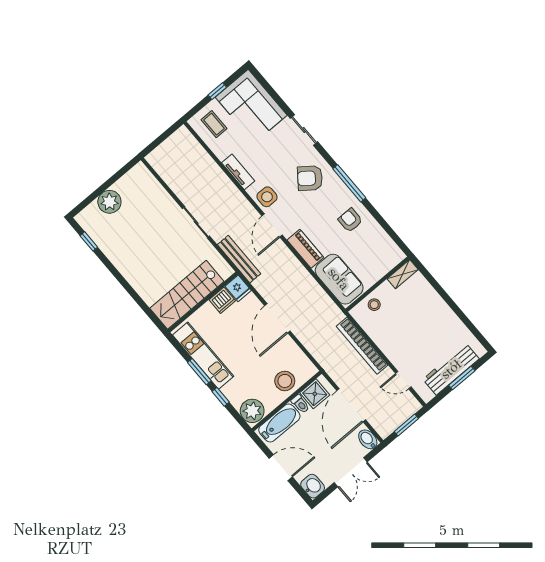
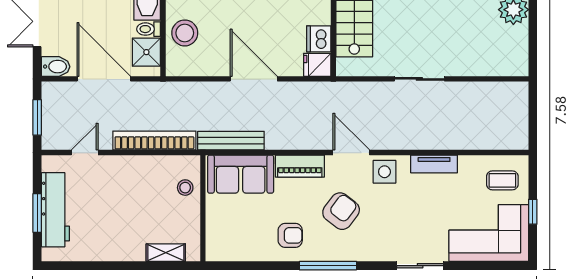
armchair: (310, 178) -> (341, 211), moved
bench: (239, 259) -> (231, 141), moved
shelving: (403, 274) -> (166, 253), moved, turned 90

